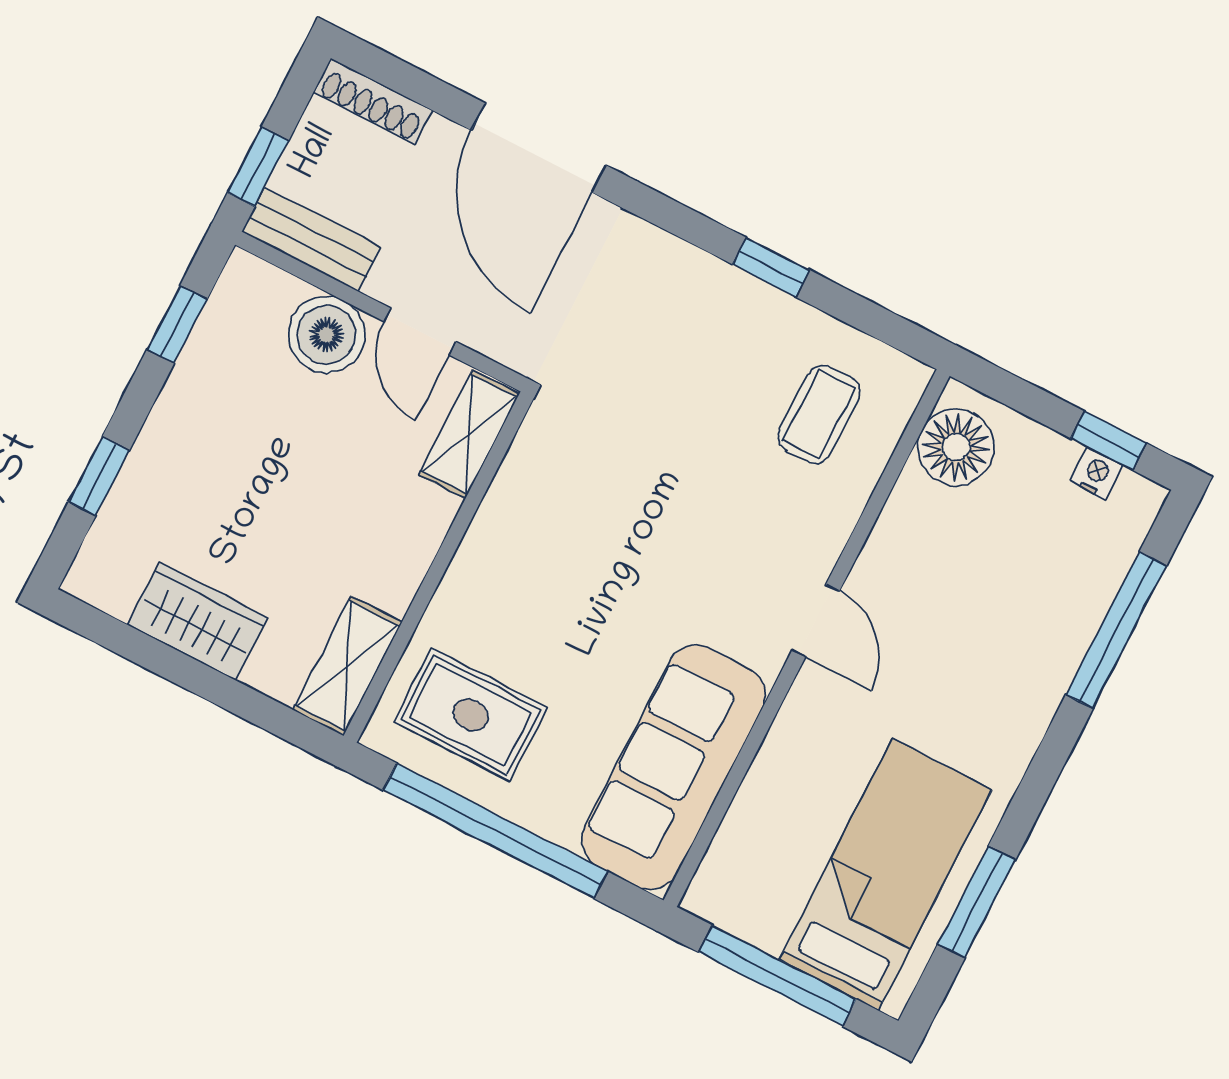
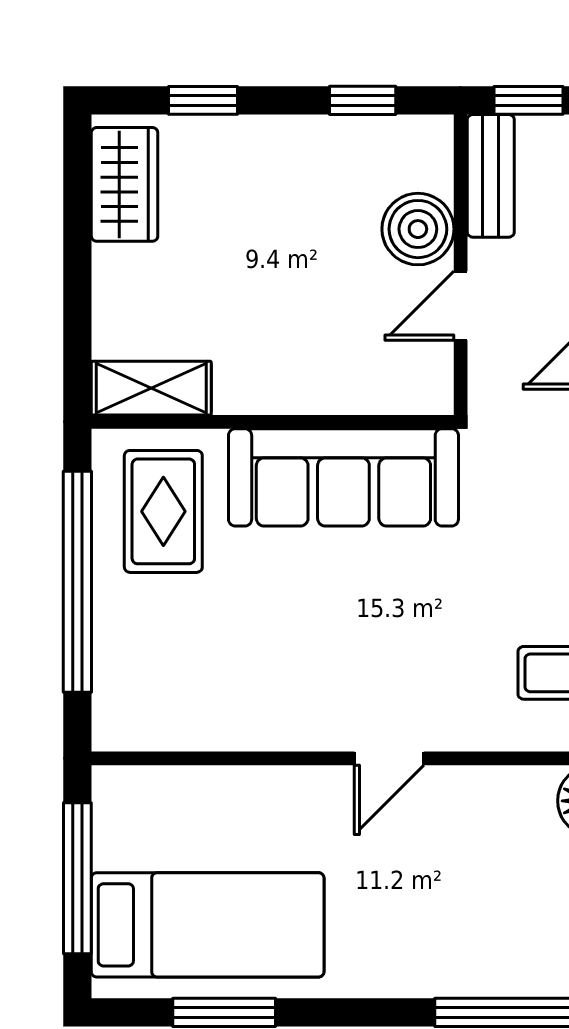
shelving: (469, 434) -> (396, 390), removed
wardrobe: (198, 621) -> (125, 184), moved
sofa: (673, 767) -> (343, 477), moved, turned 180

